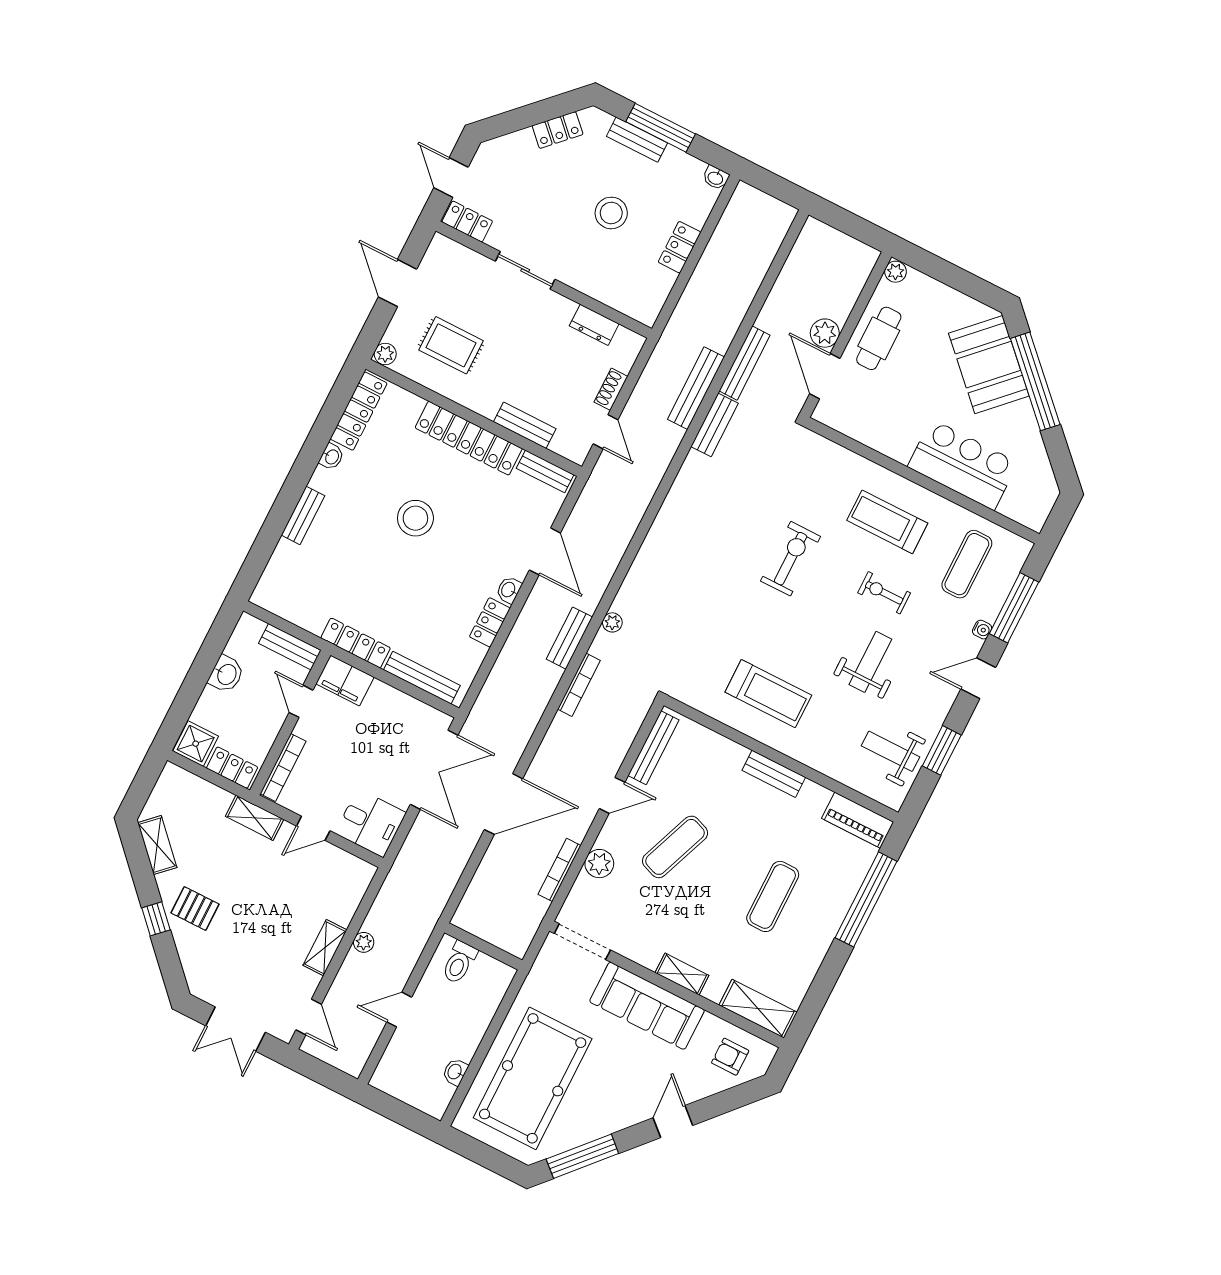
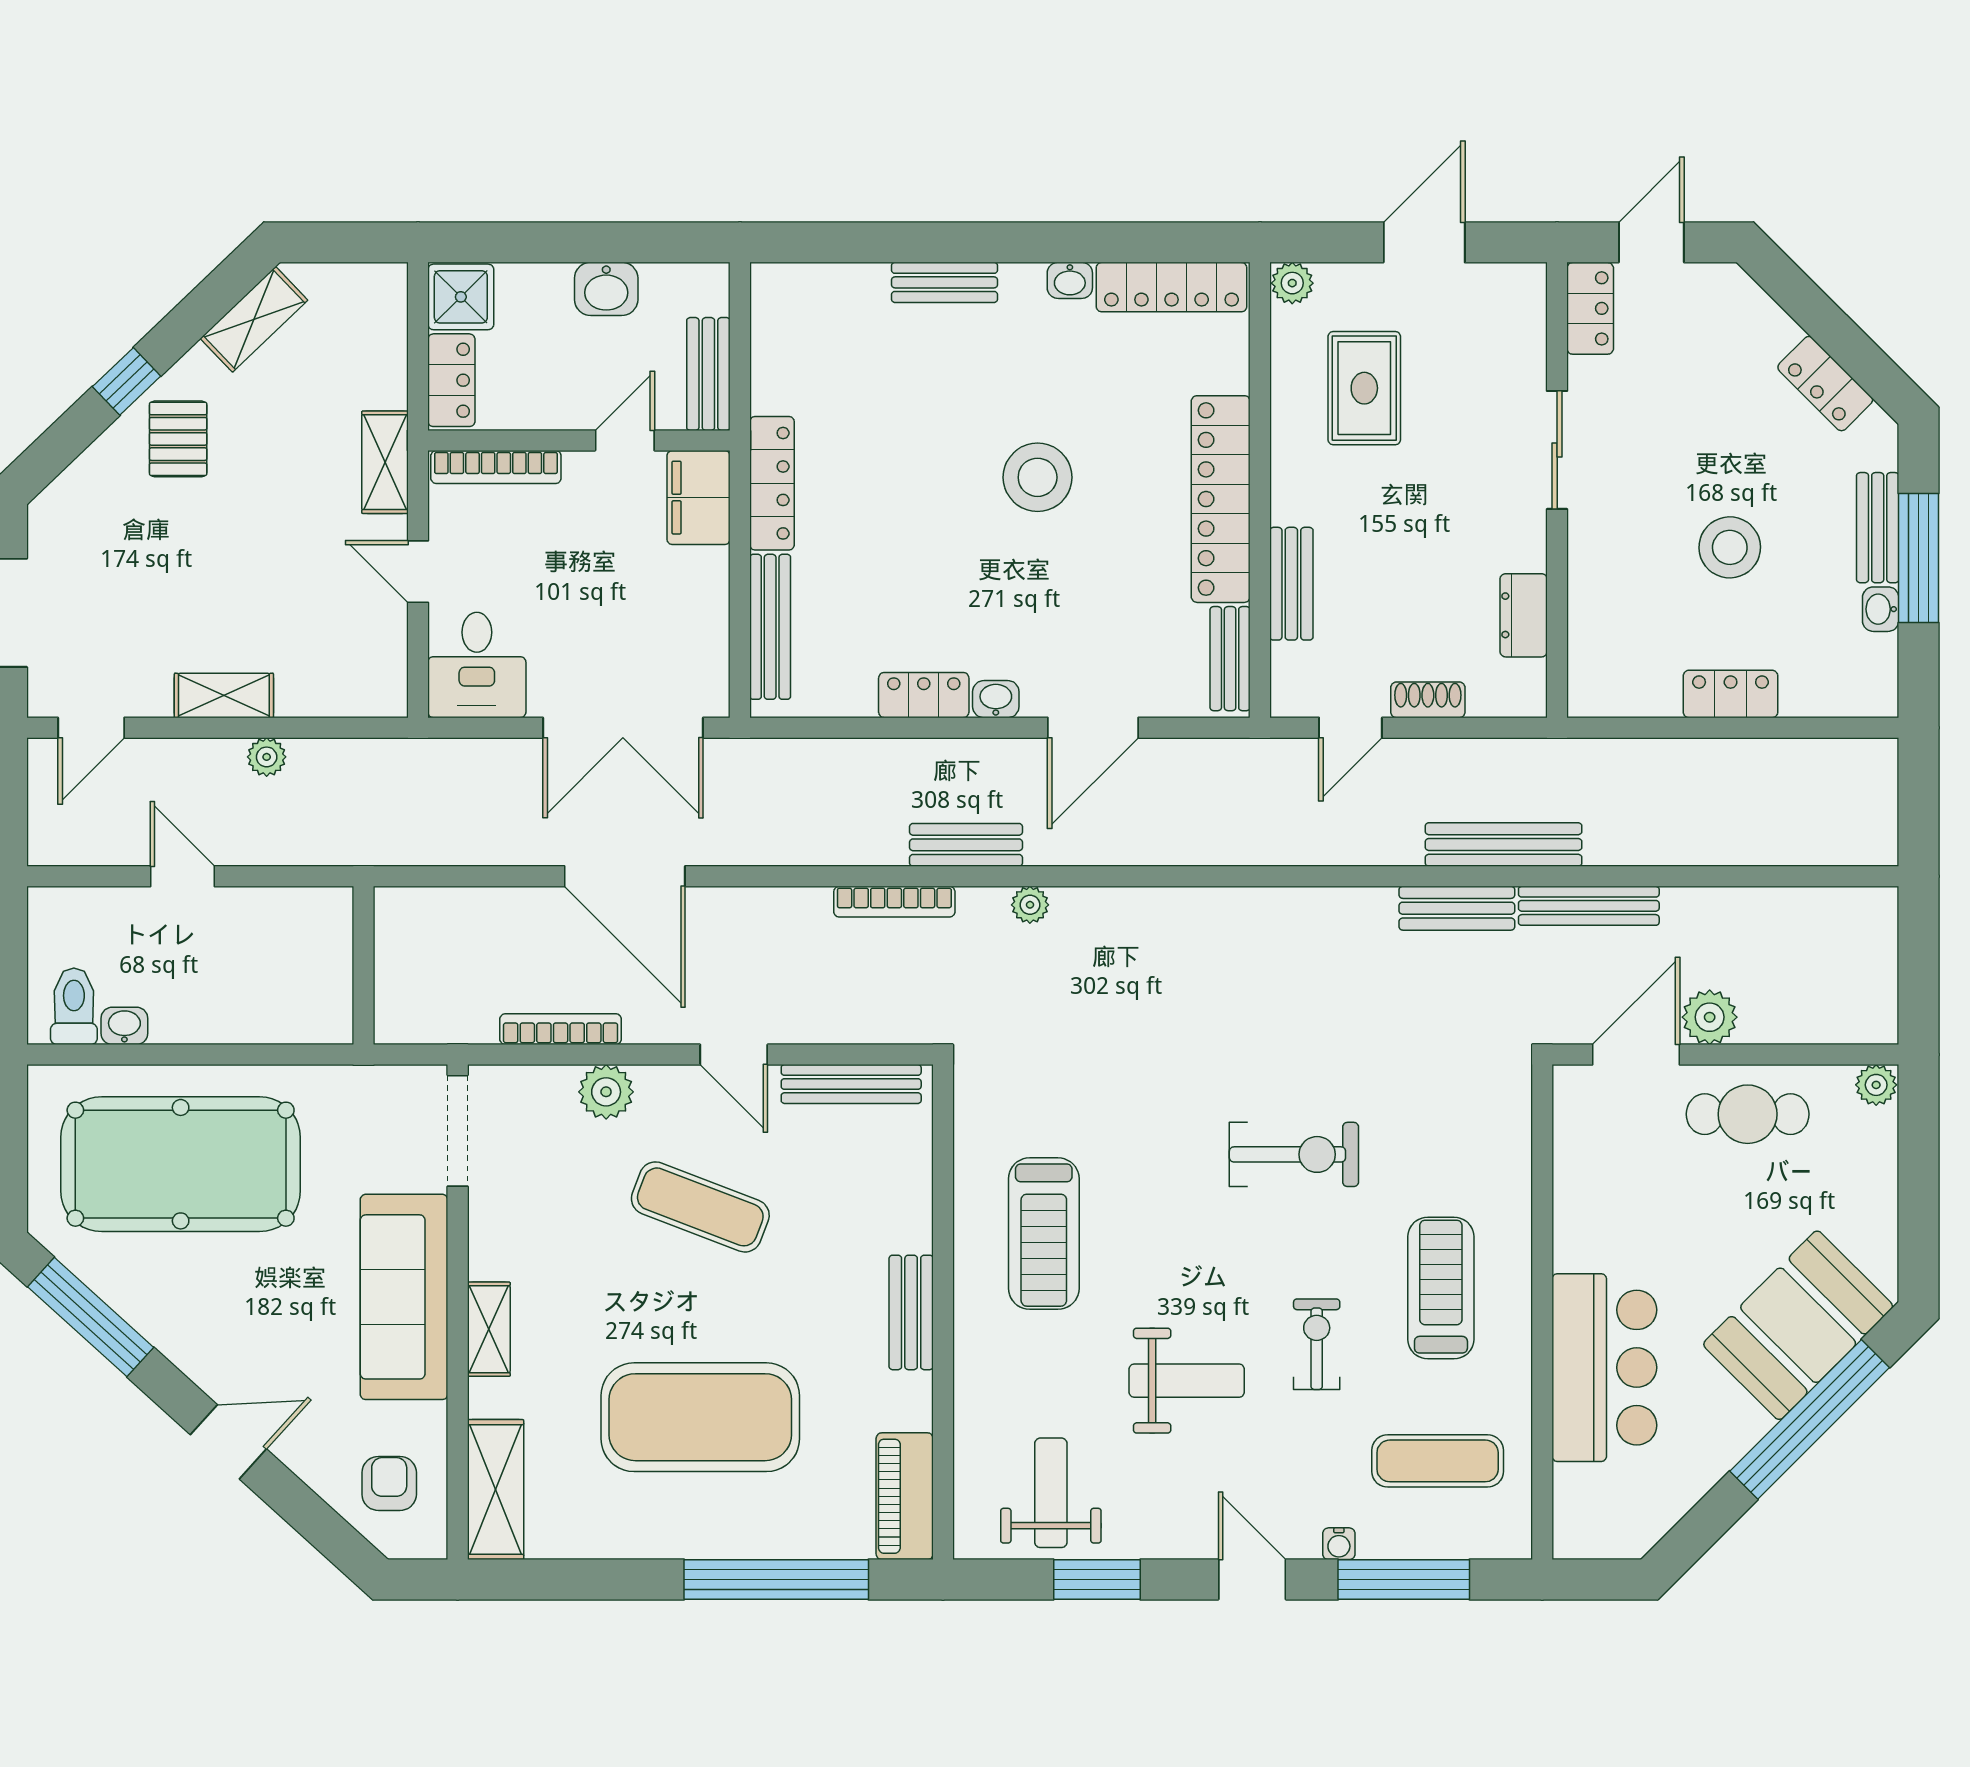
washbasin: (716, 178) -> (1881, 609), moved
exercise mat: (773, 896) -> (700, 1417), width x2.00, depth x1.45
toilet: (459, 962) -> (74, 1006), moved, turned 90

